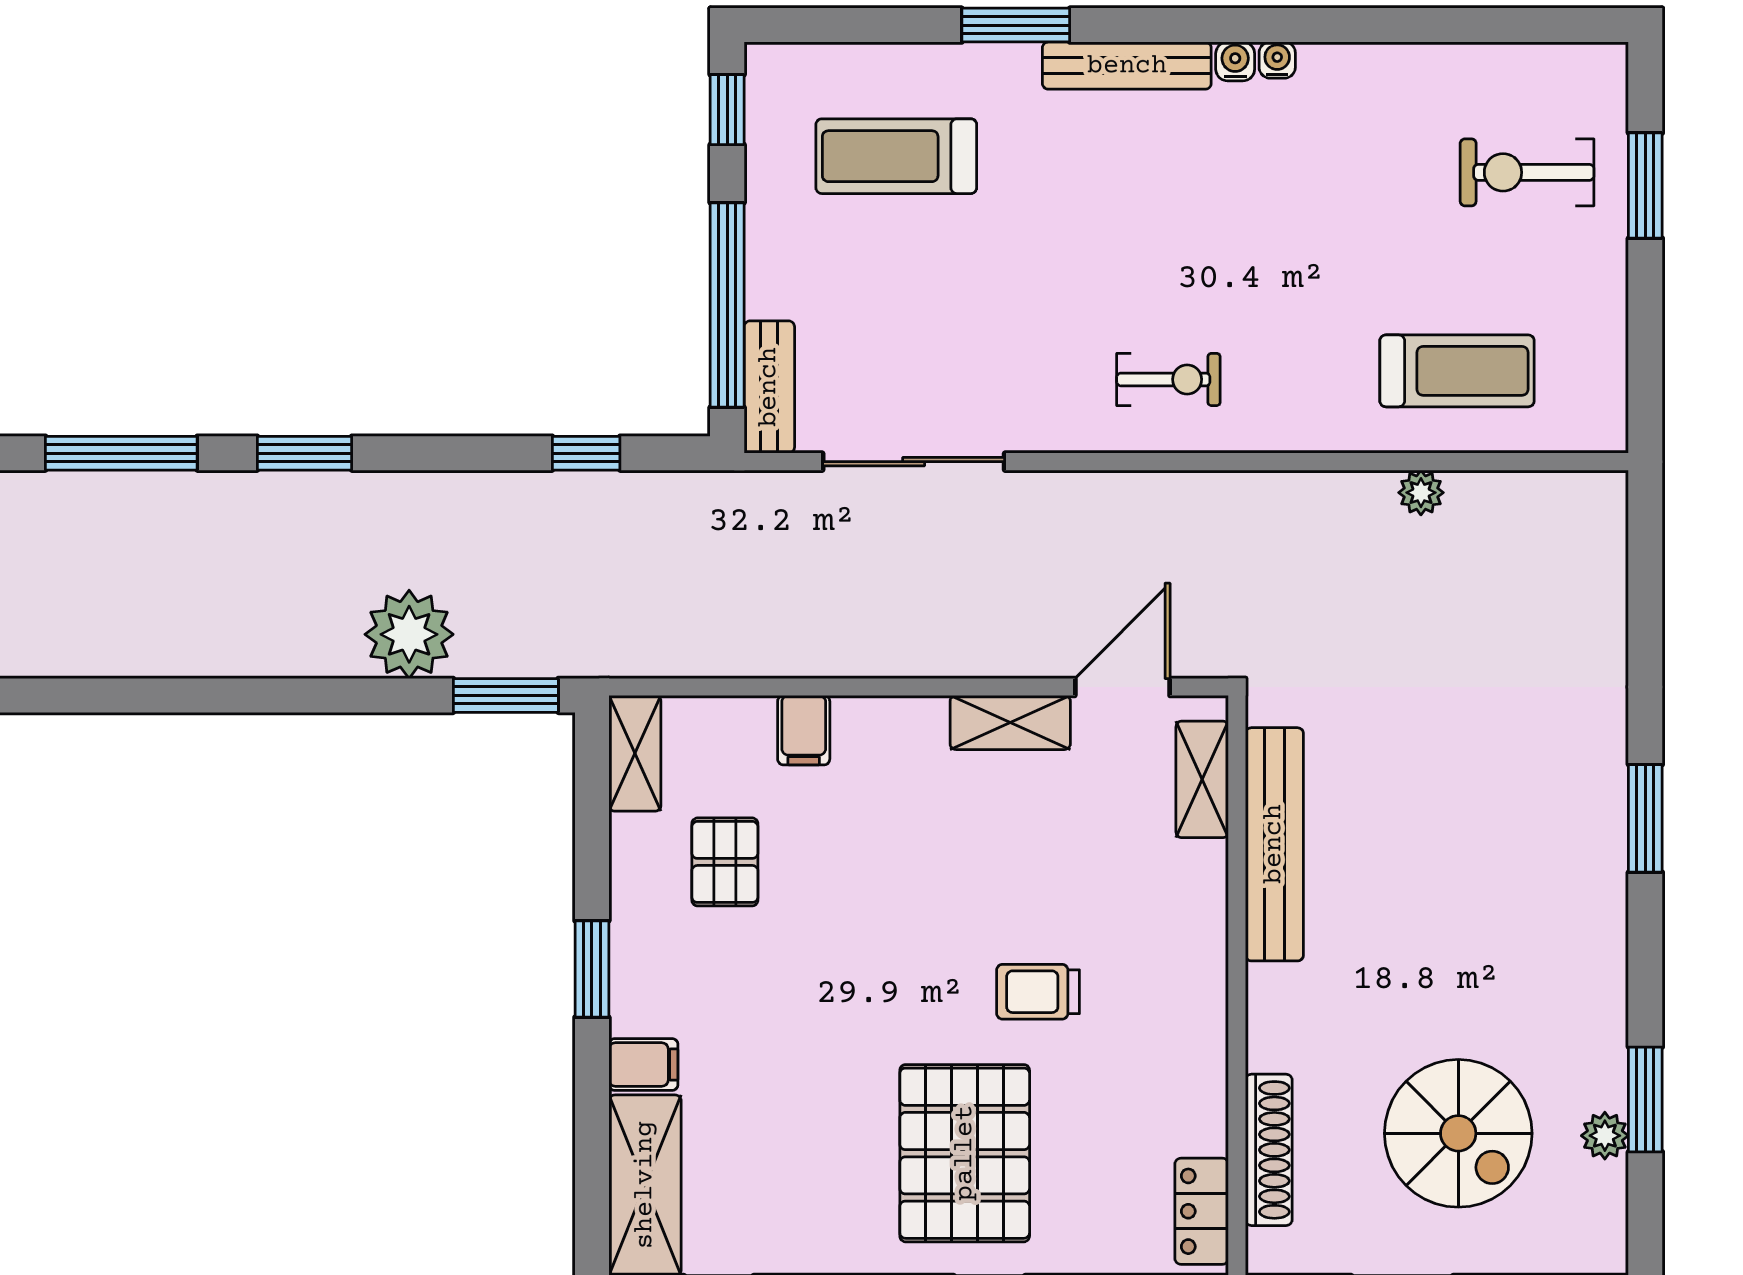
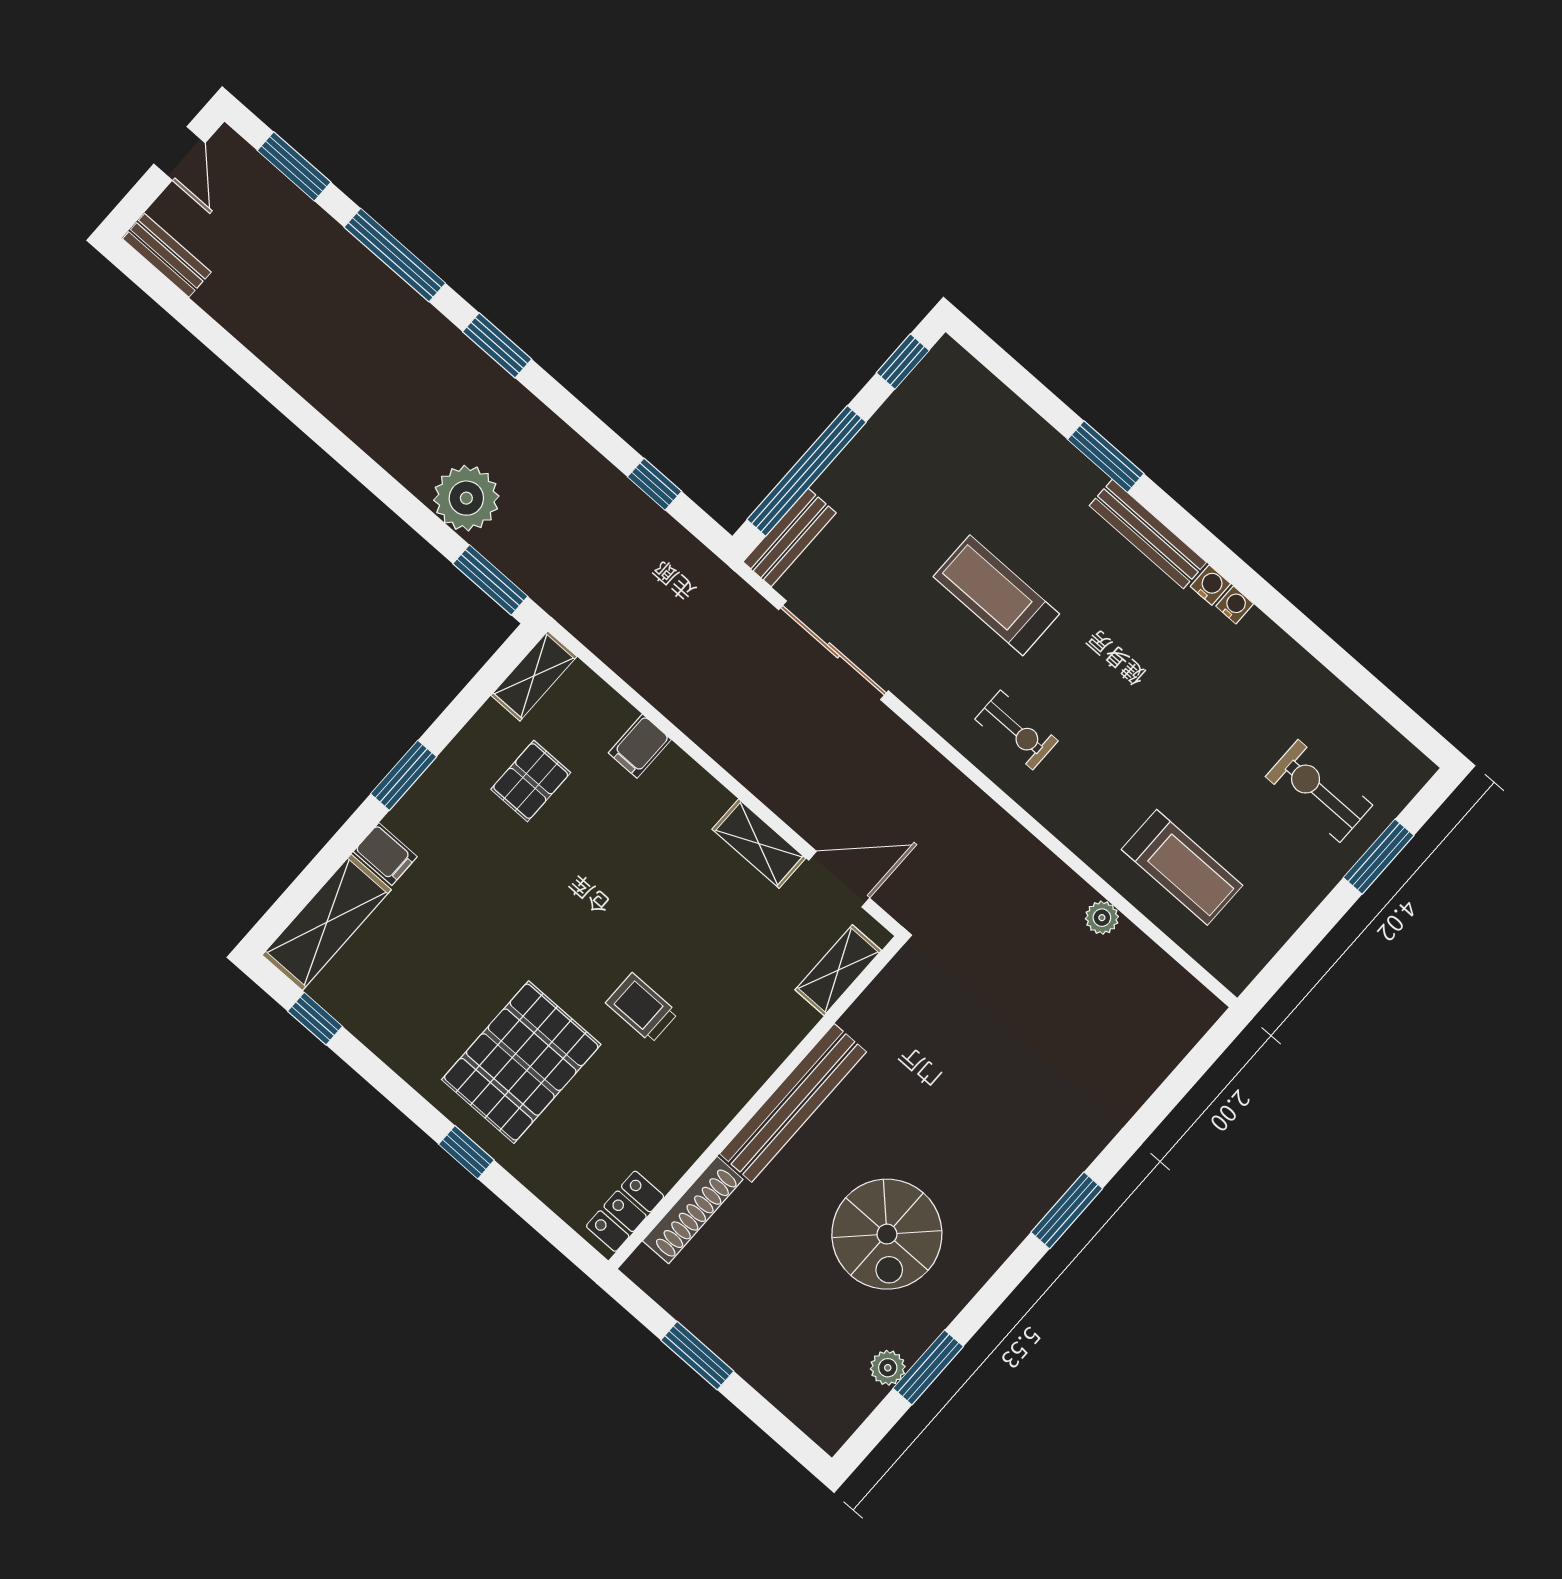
treadmill: (896, 156) -> (996, 595), moved
bench: (1274, 844) -> (793, 1103), moved
spiral stairs: (1458, 1133) -> (887, 1234), moved

